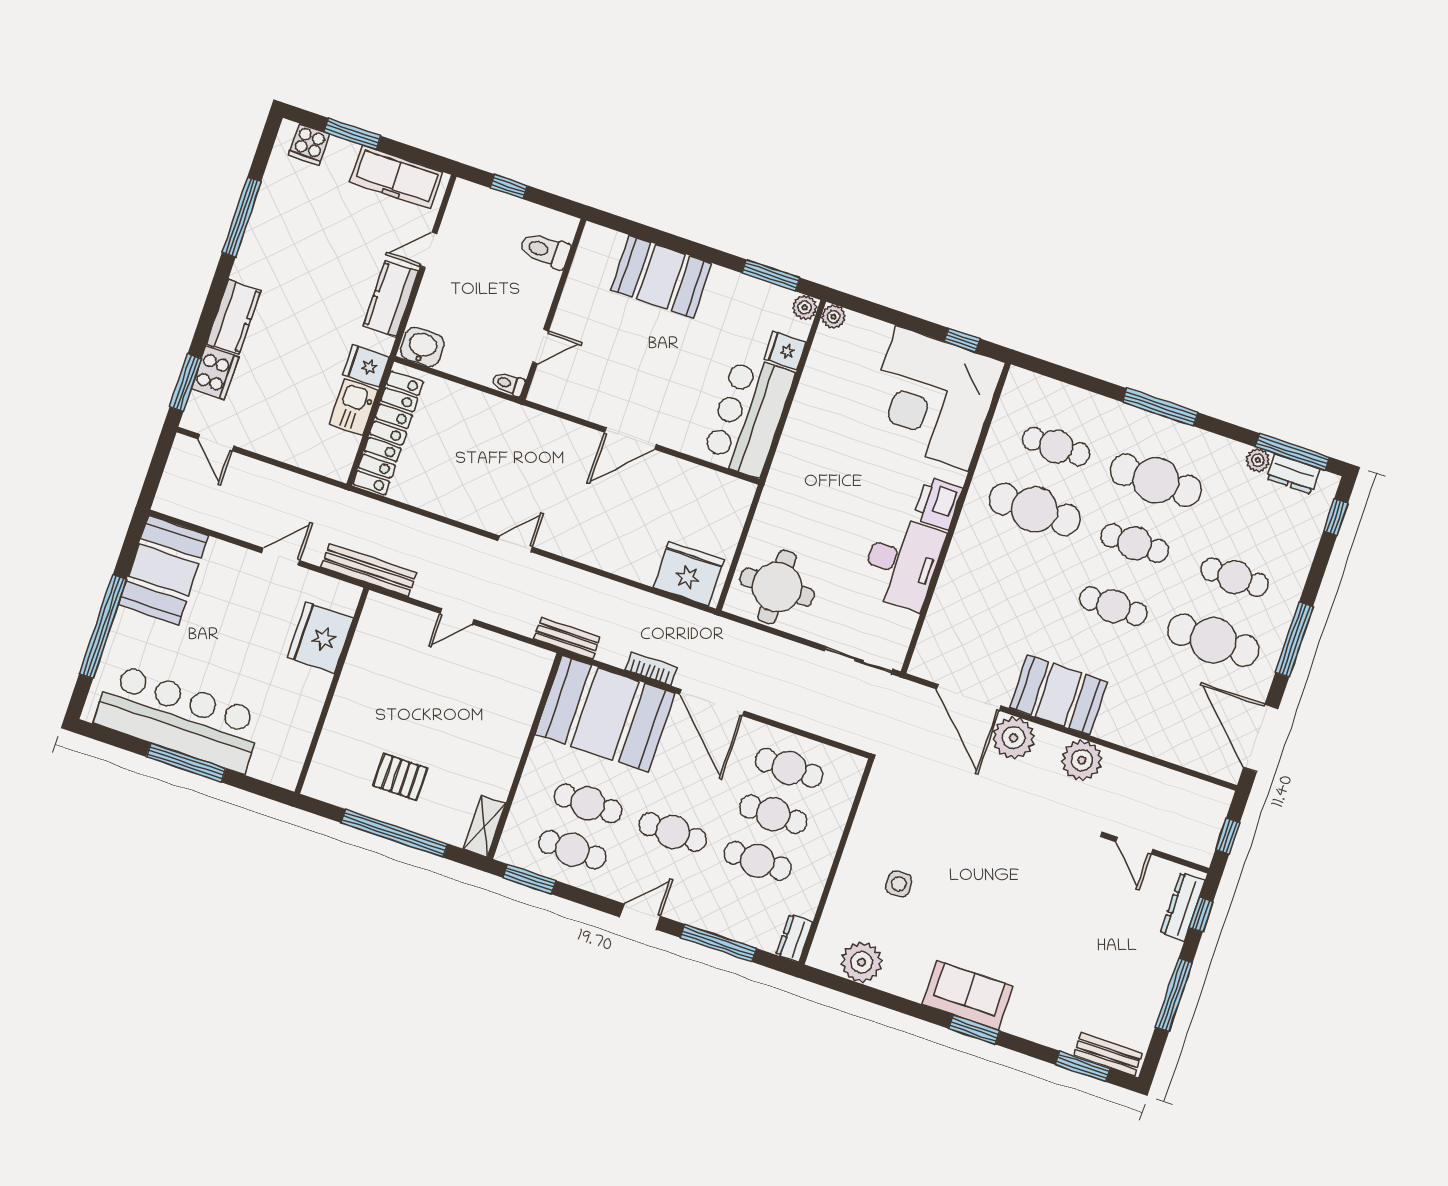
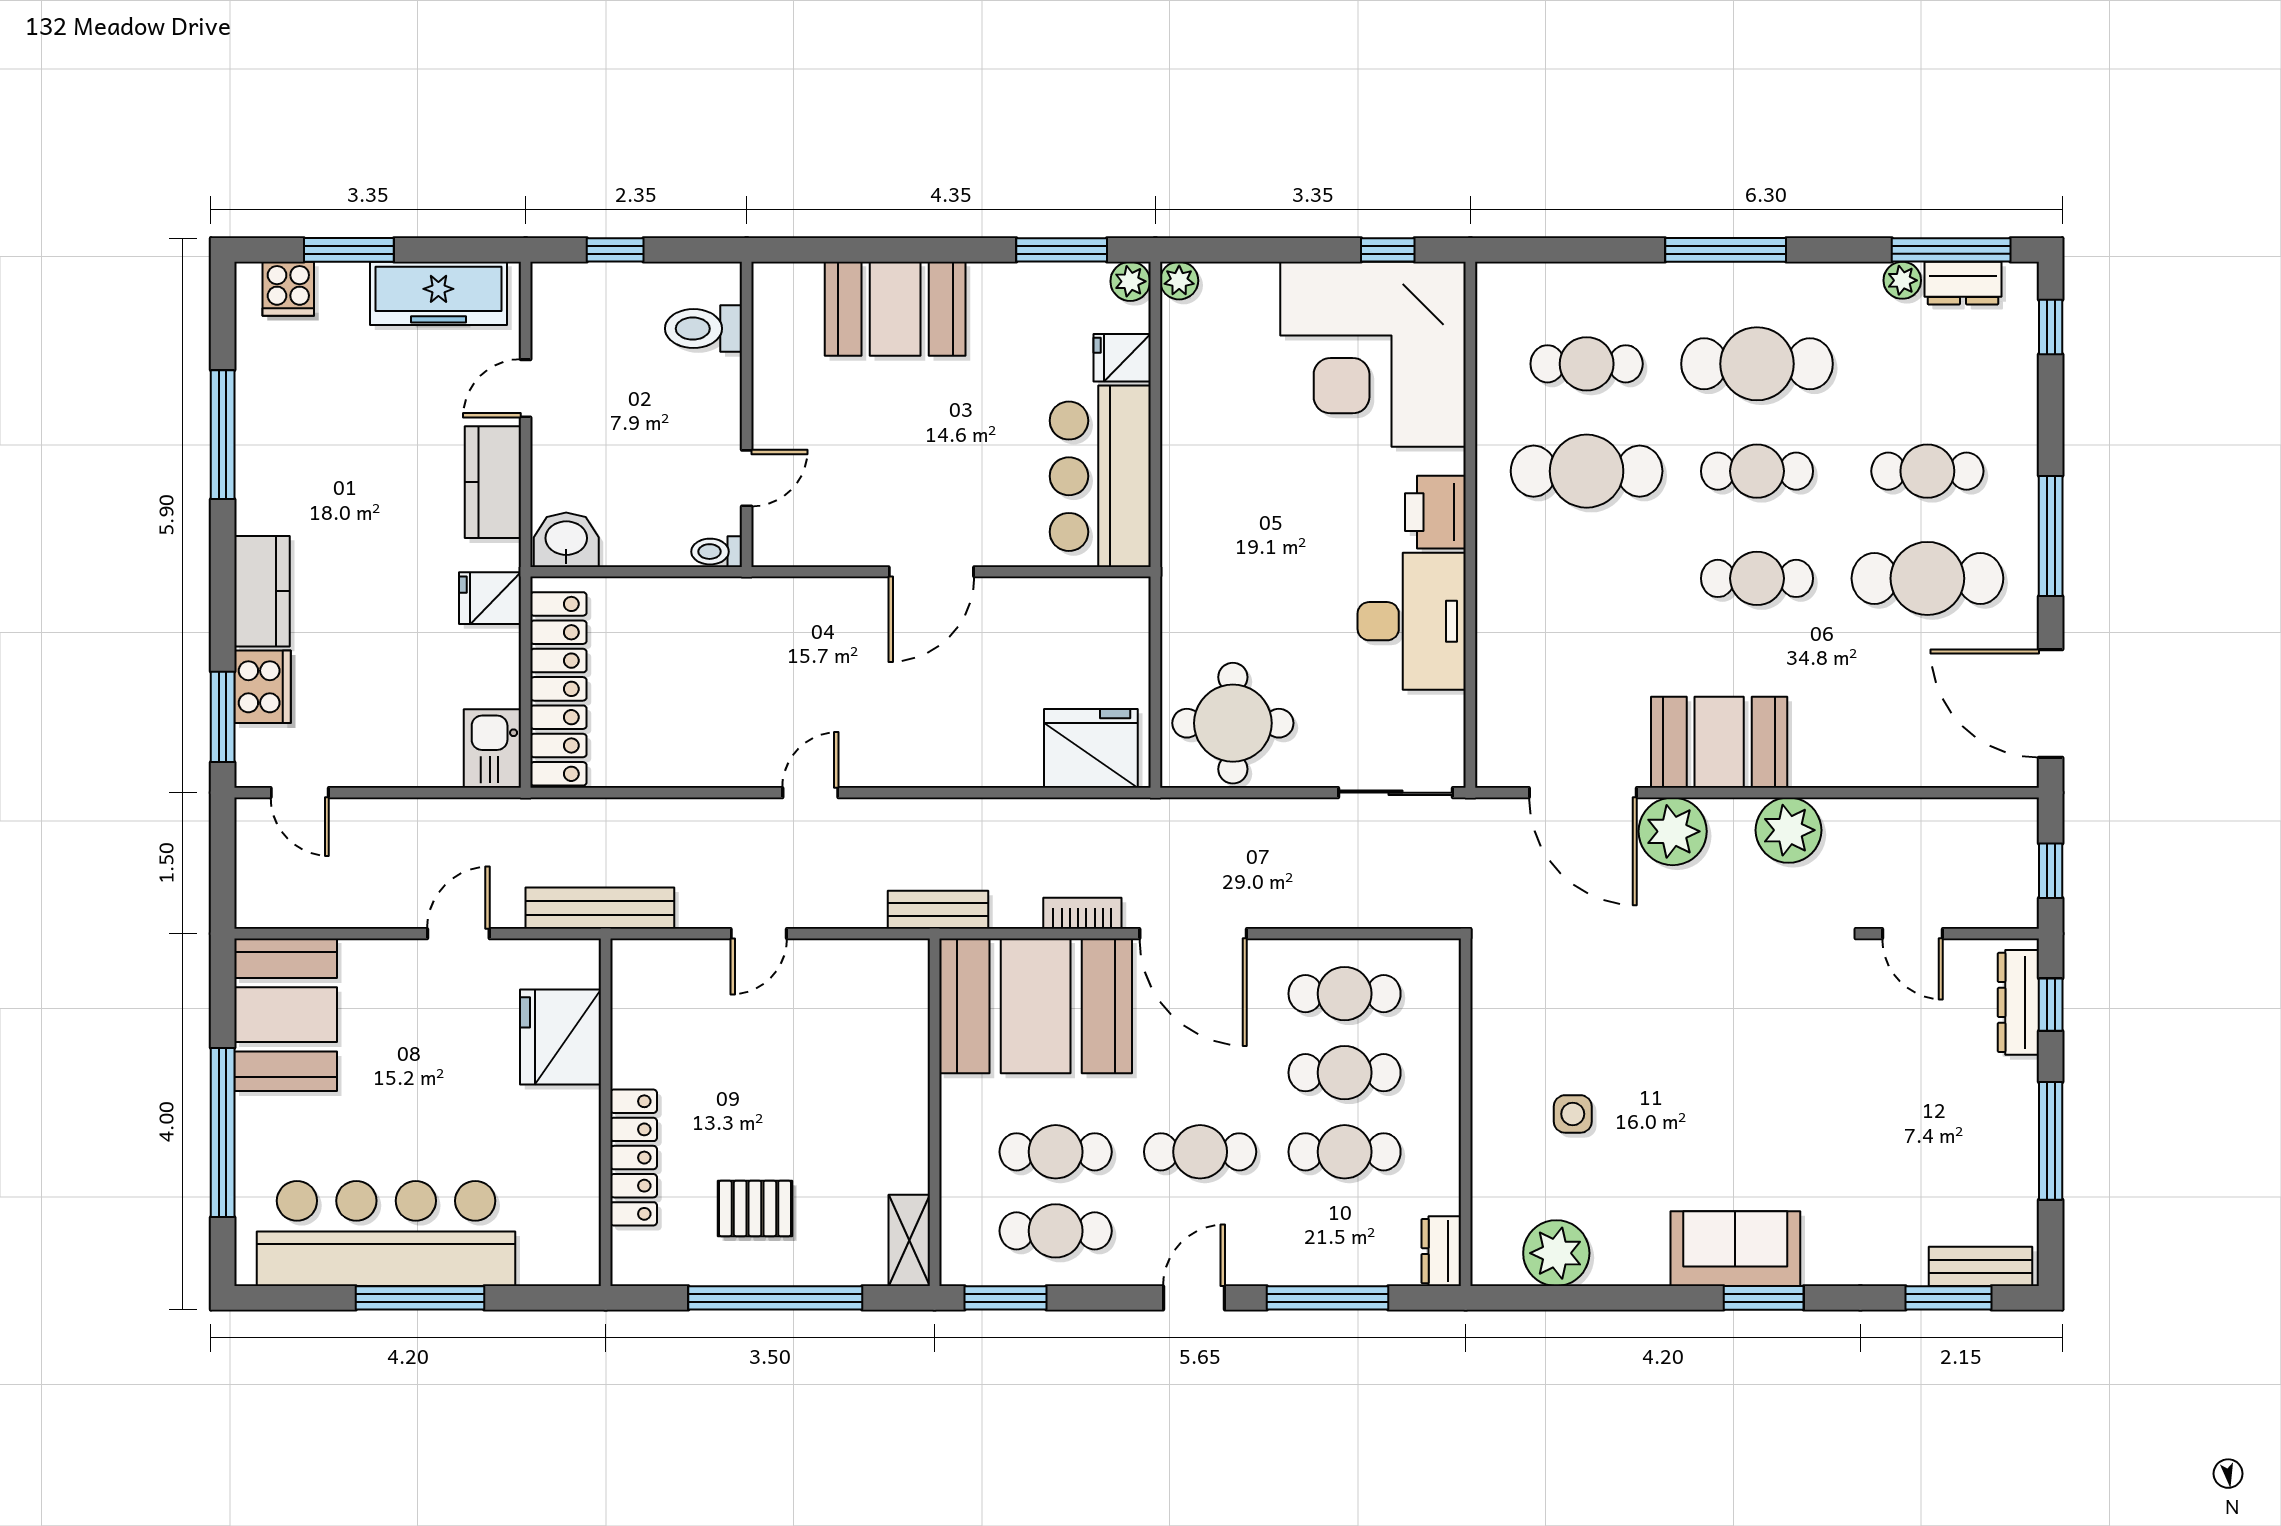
kitchen sink: (354, 407) -> (492, 749), moved
locker: (339, 723) -> (634, 1158), added

